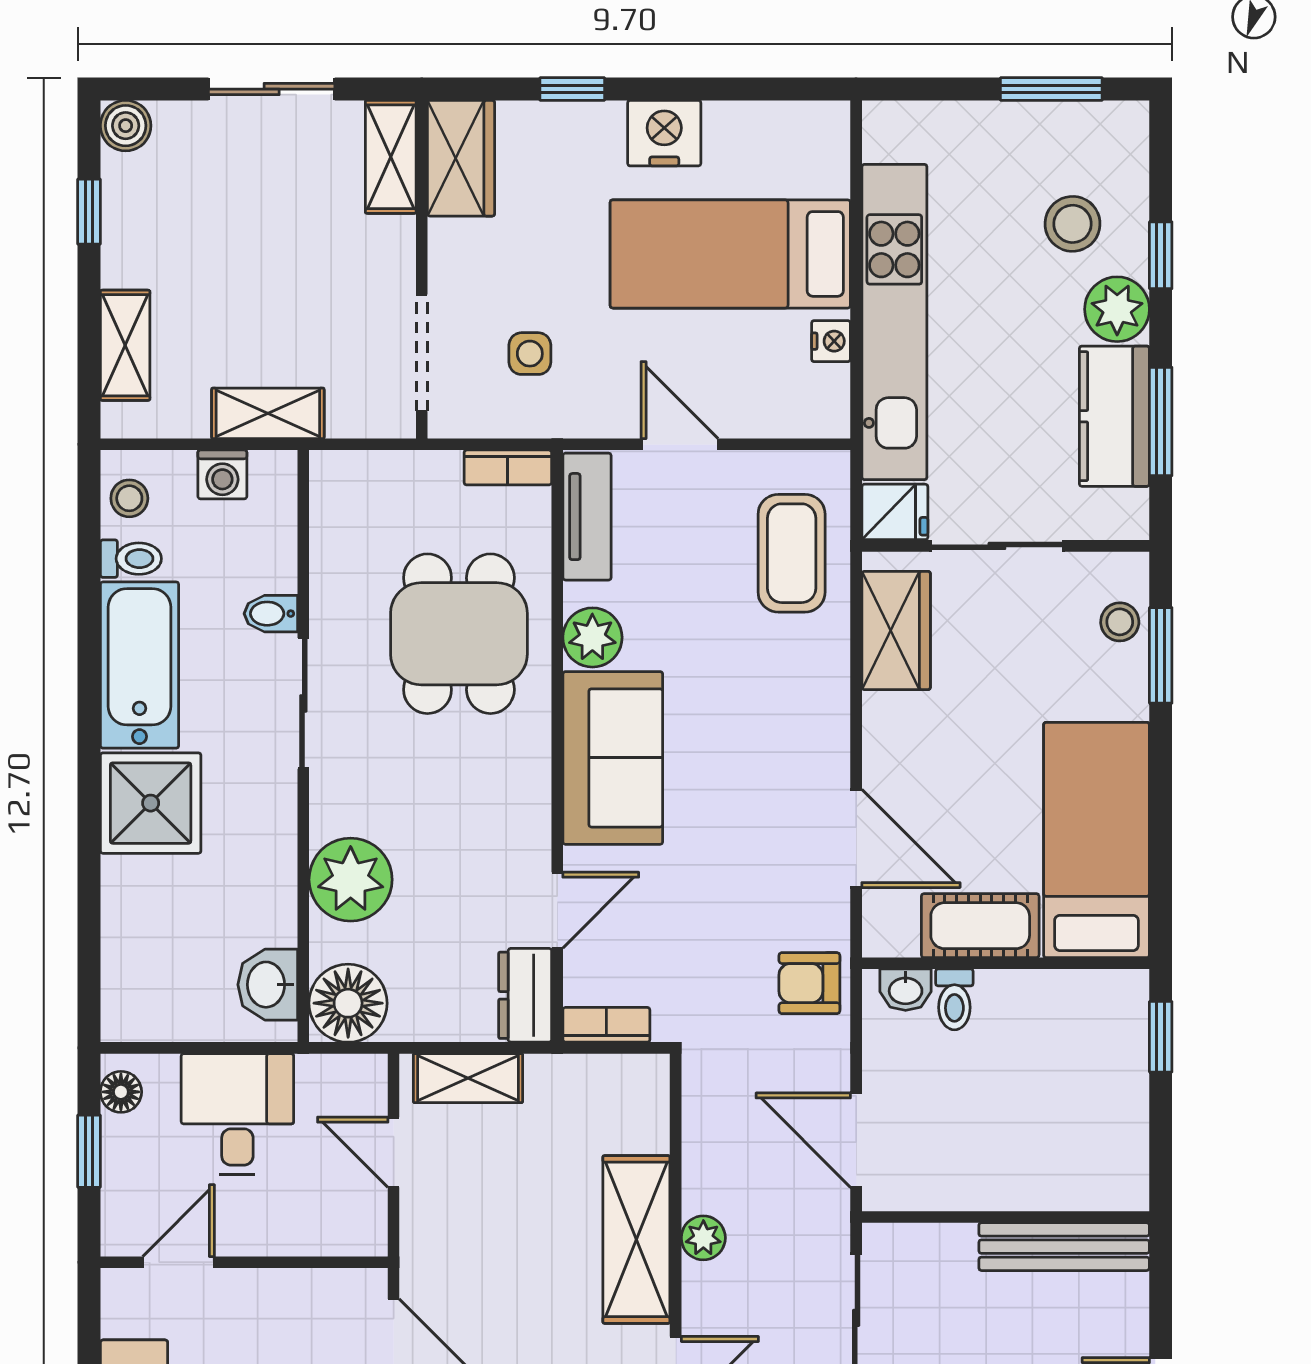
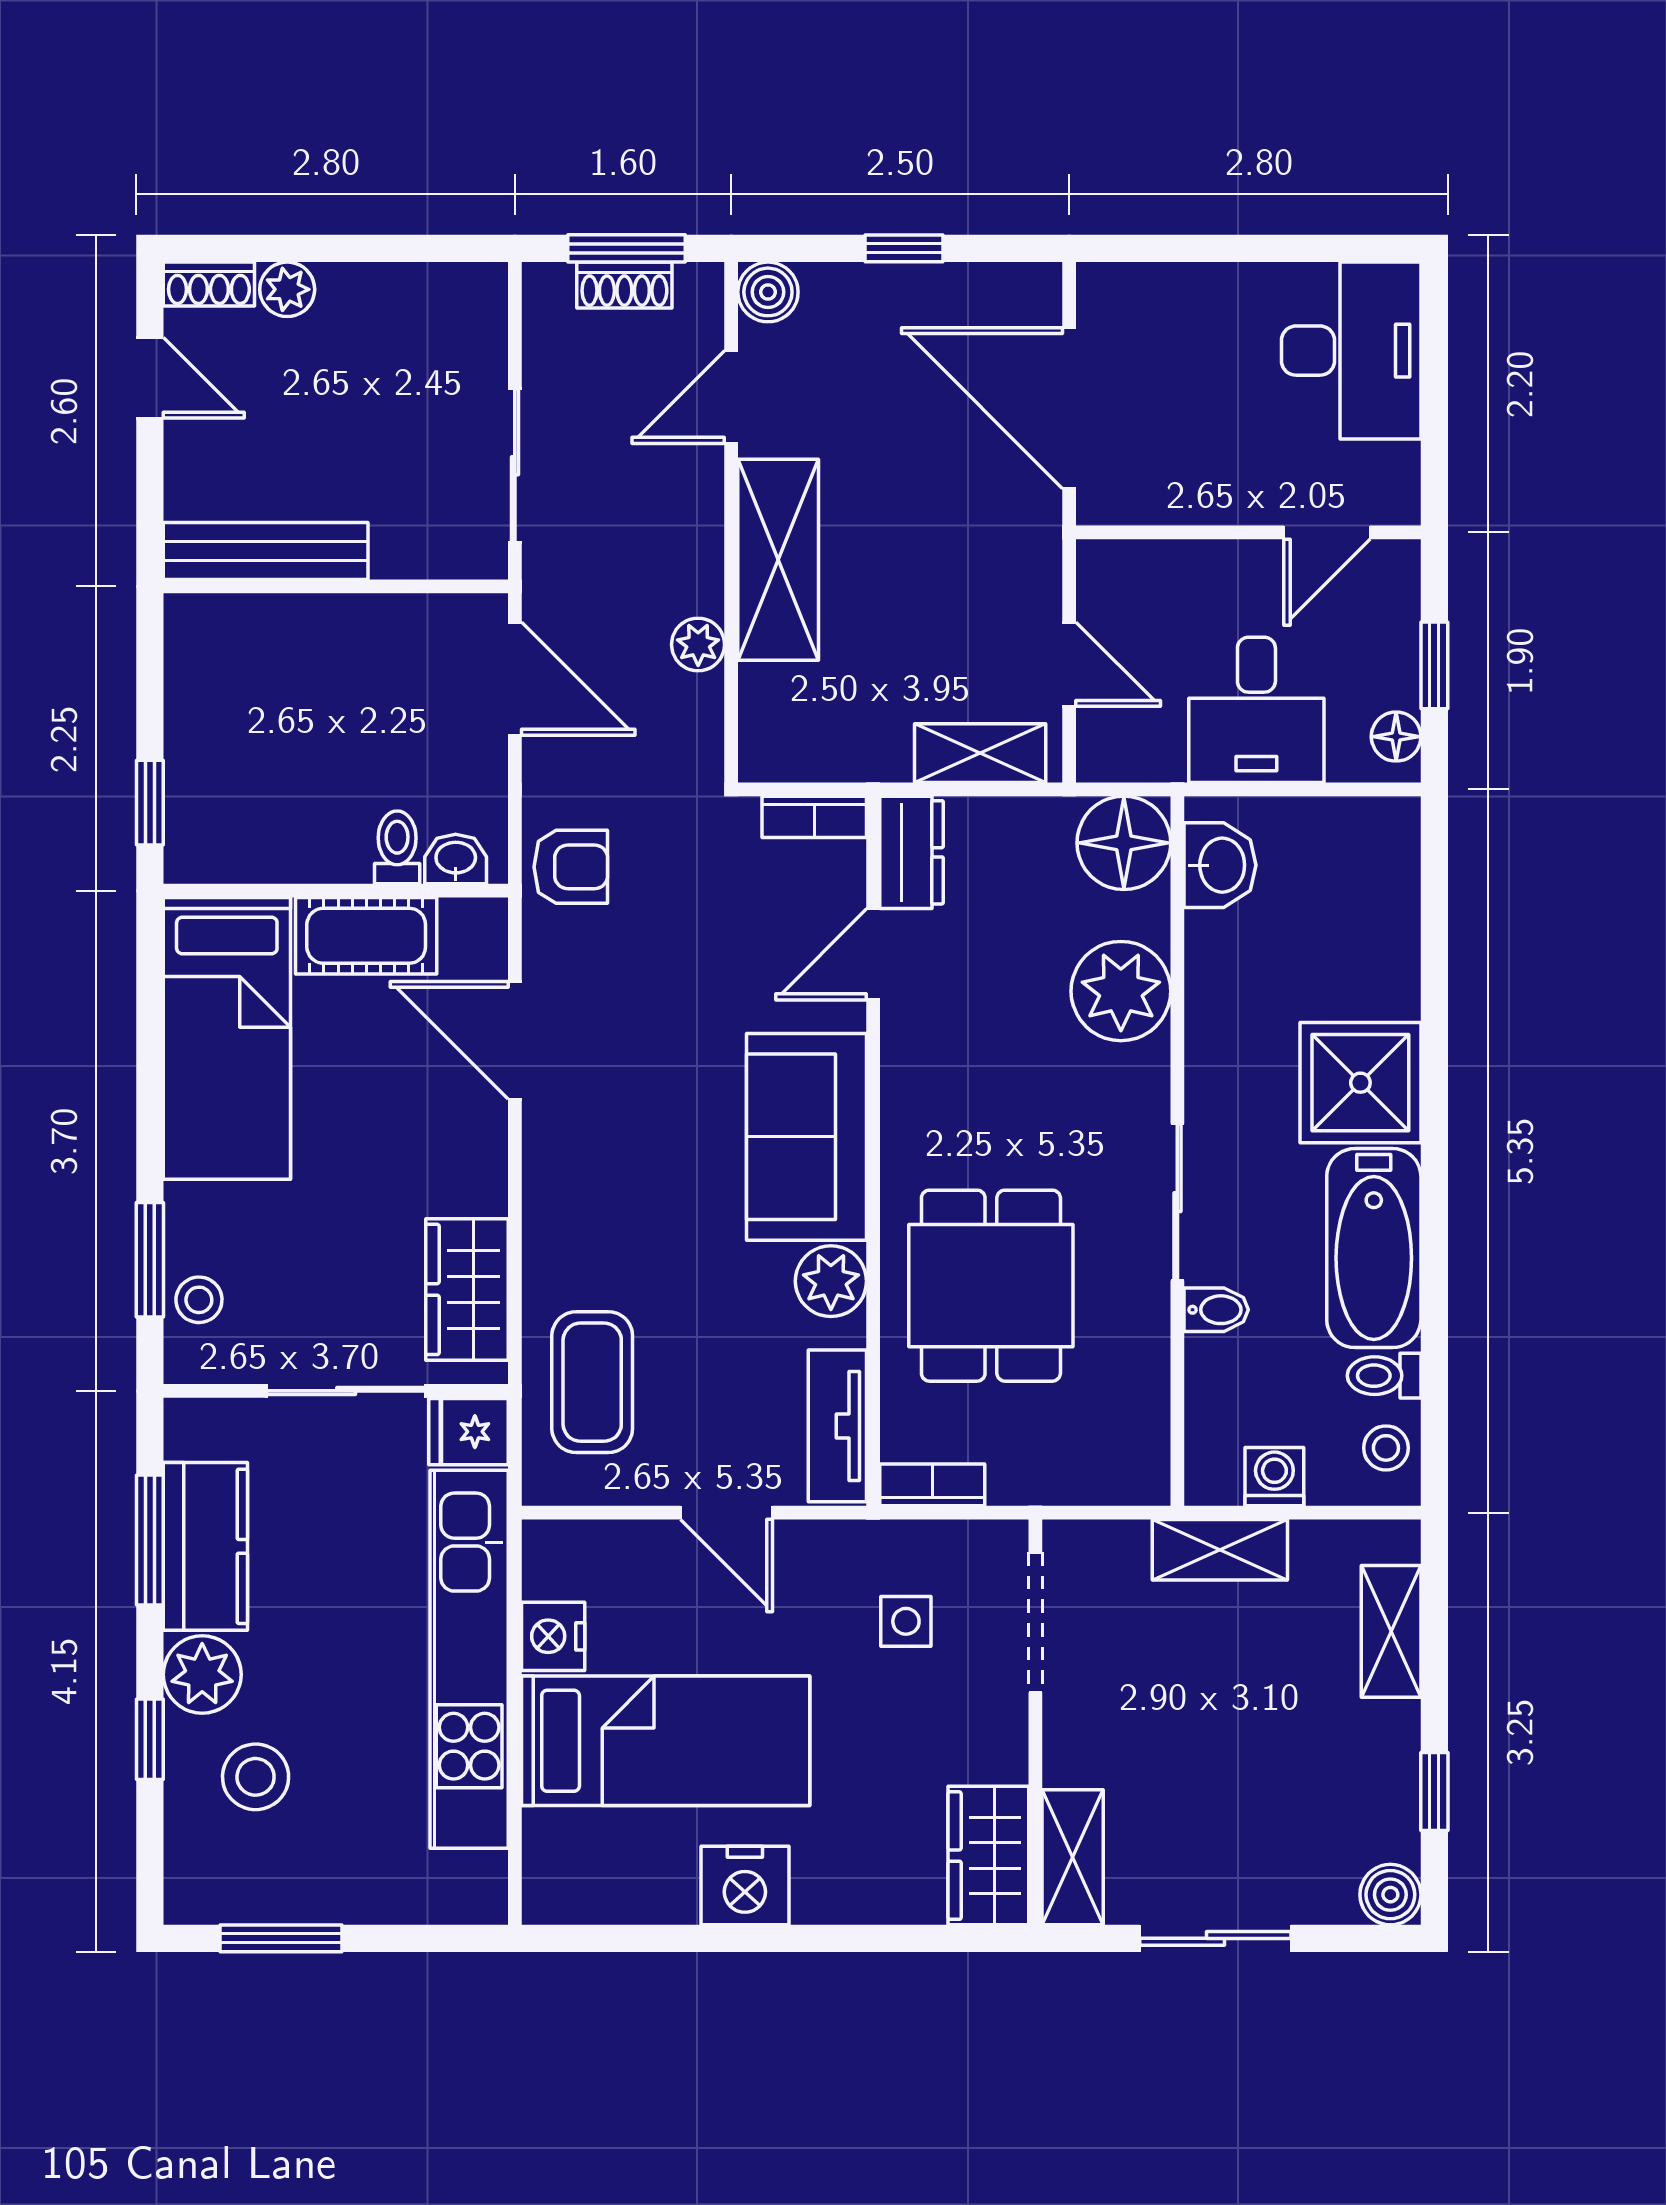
window: (572, 89) -> (855, 1938), removed
nightstand: (831, 341) -> (553, 1636), width x1.39, depth x1.35
plant: (703, 1238) -> (698, 645), moved

